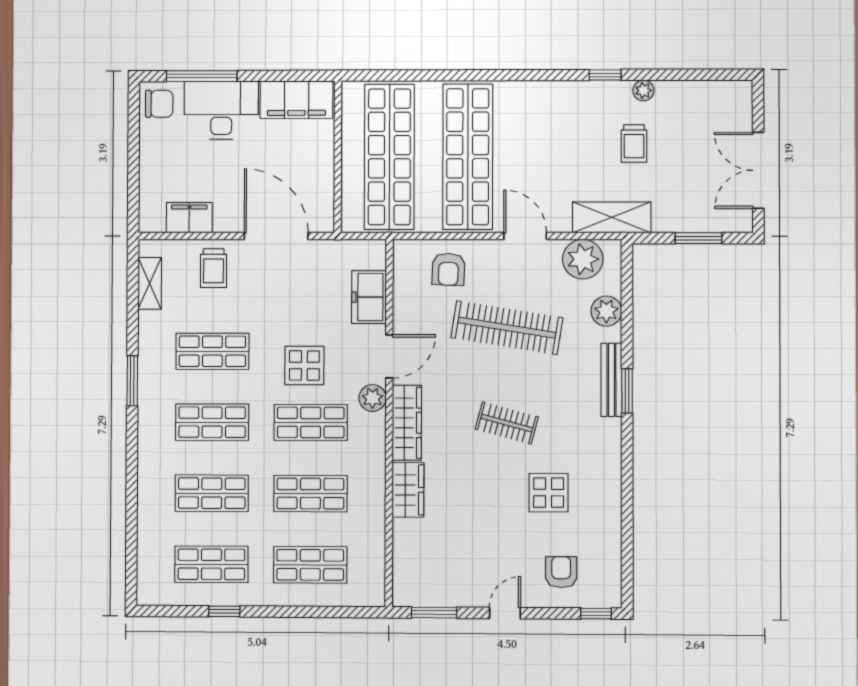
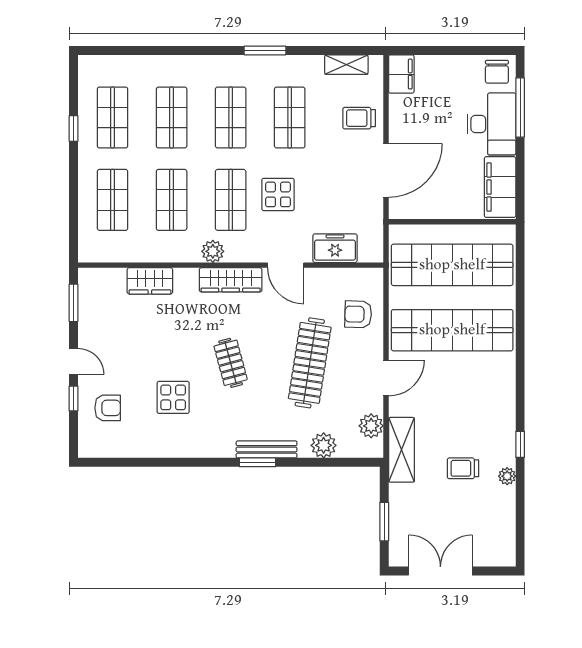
filing cabinet: (189, 218) -> (401, 74), moved
plant: (583, 259) -> (371, 426), width x0.73, depth x0.73
plant: (373, 398) -> (213, 251), moved
clothes rail: (507, 423) -> (231, 363), turned -30
wardrobe: (408, 490) -> (150, 281), moved
window: (596, 614) -> (74, 399), moved

